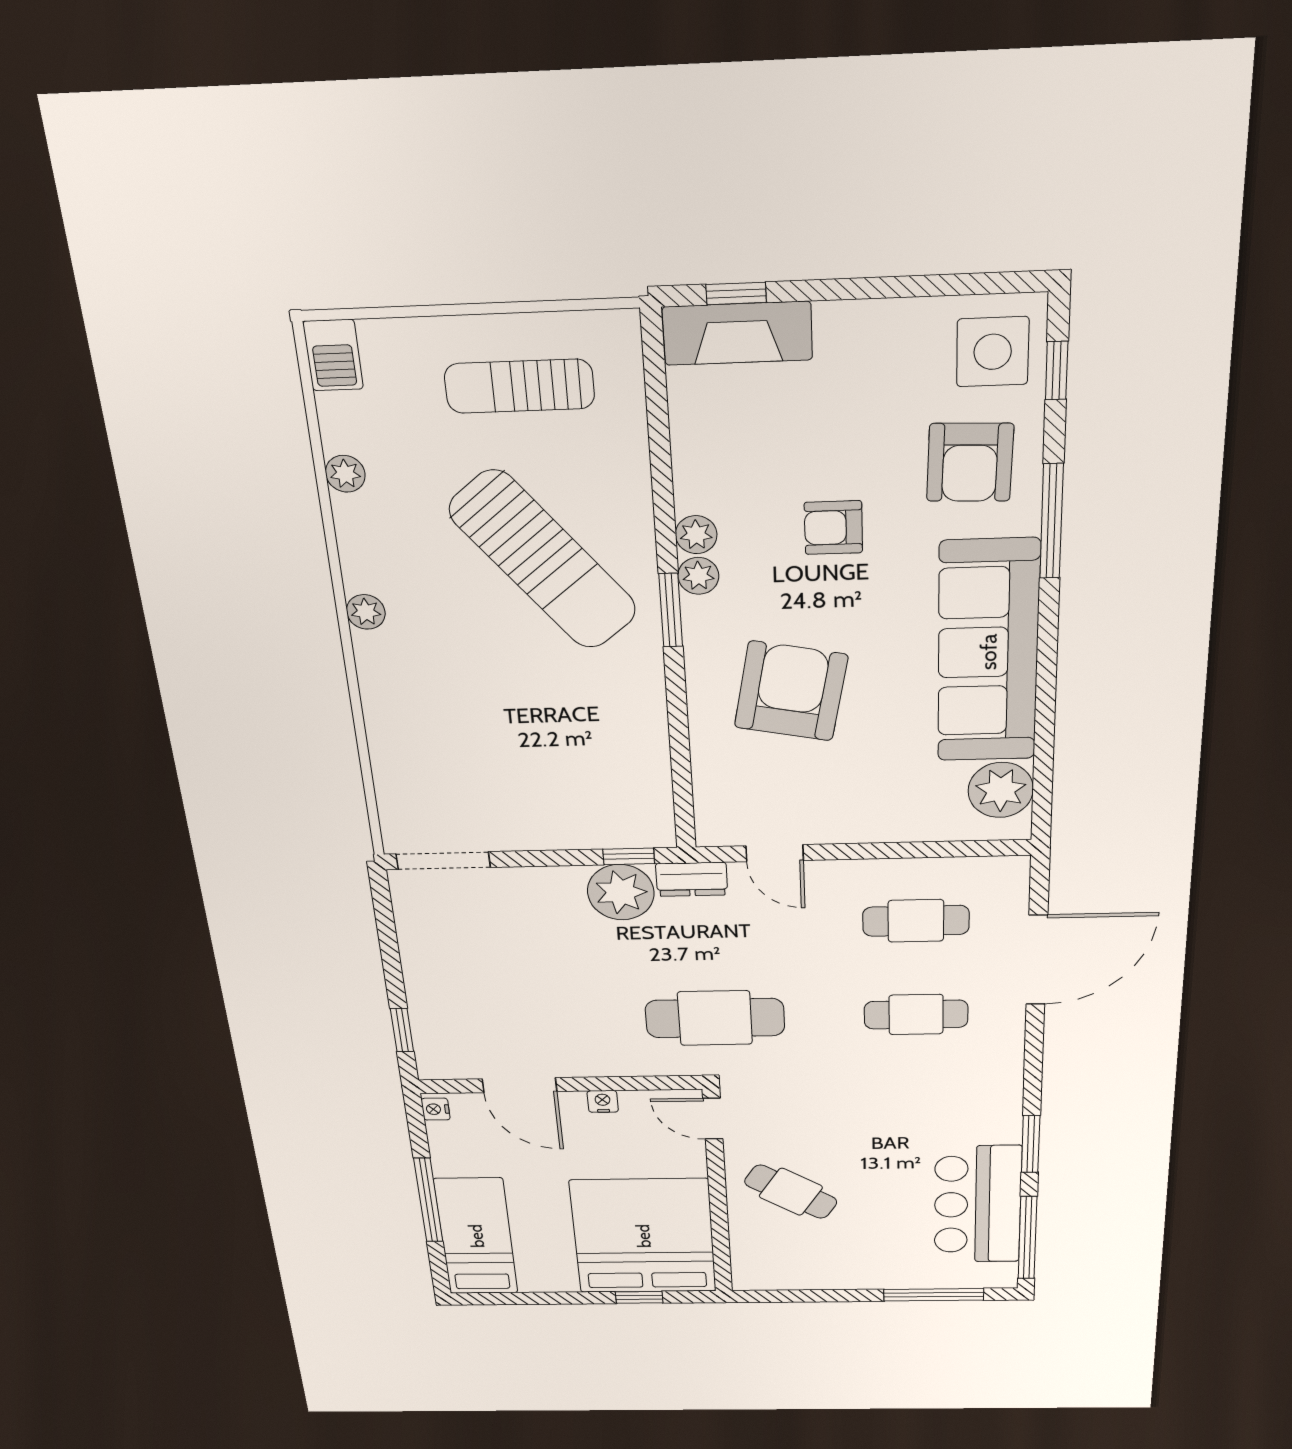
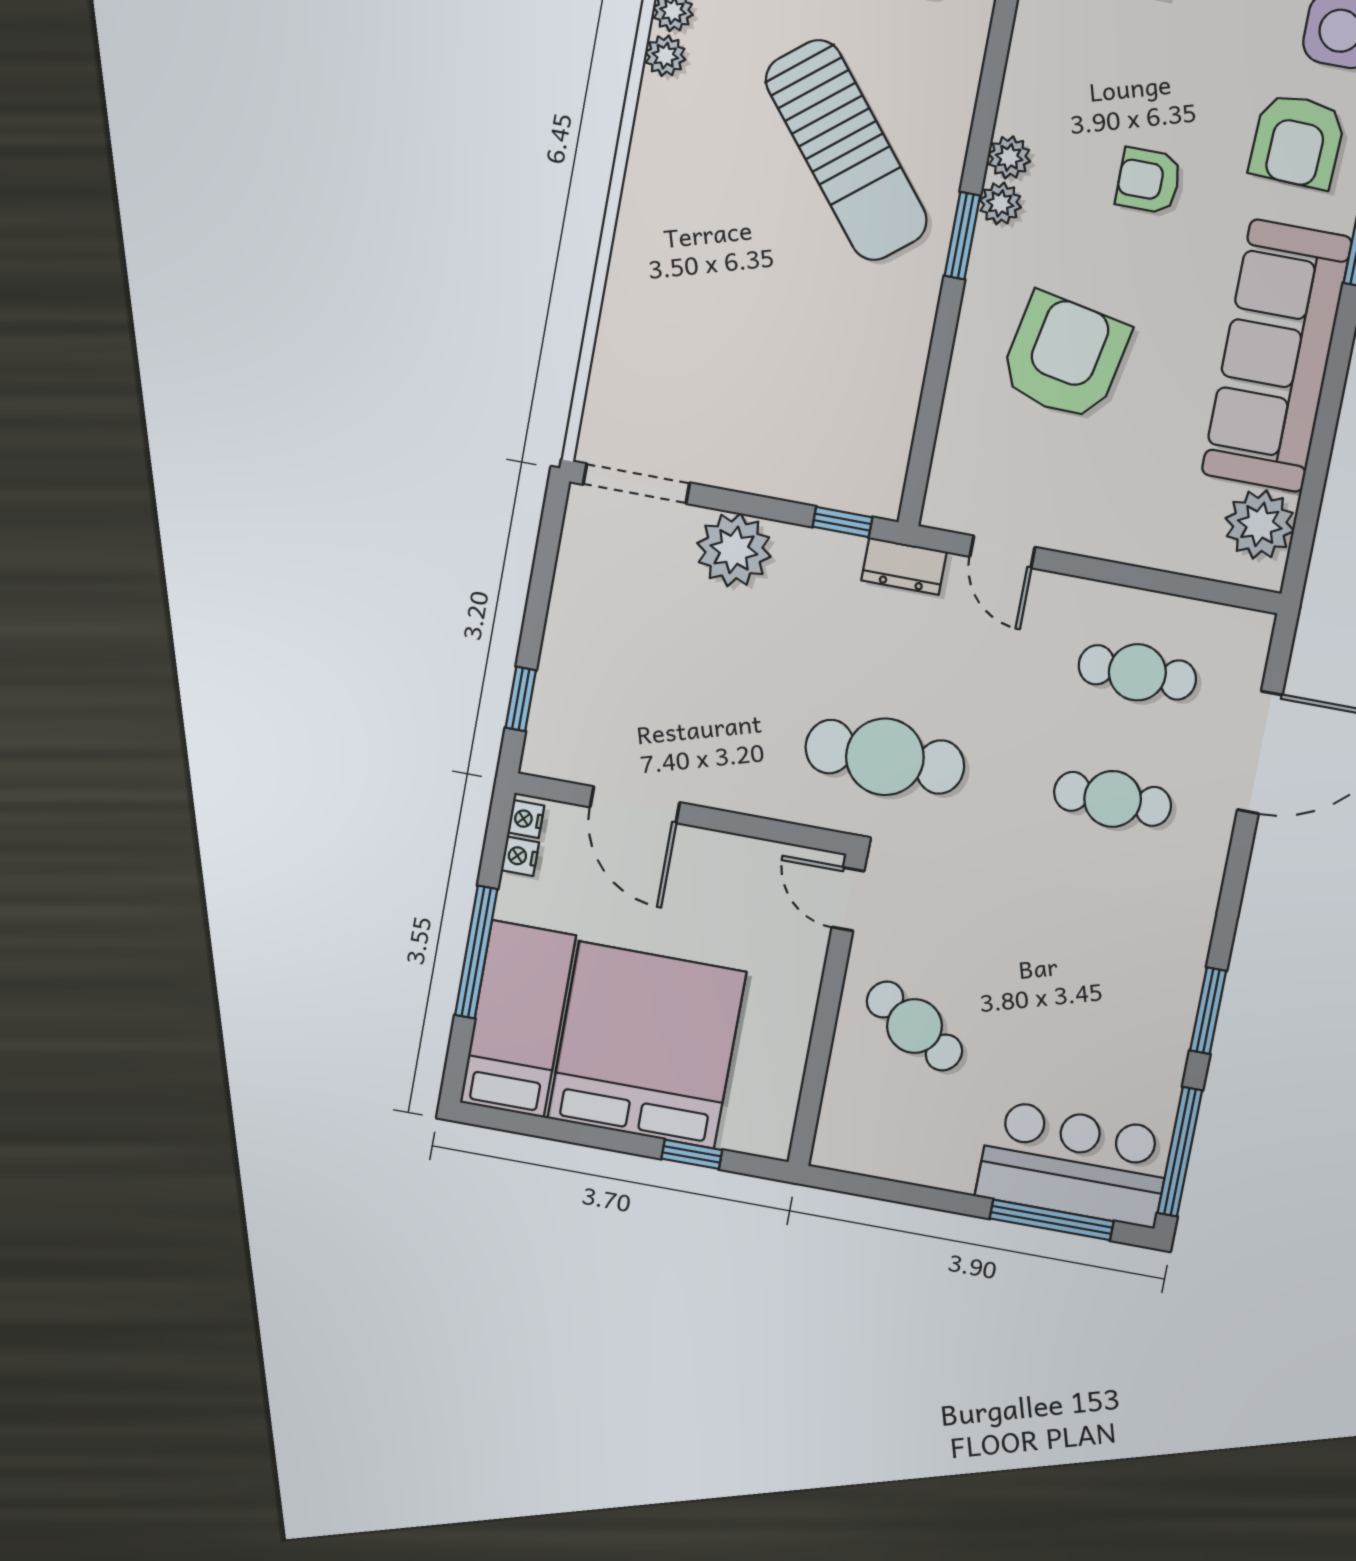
plant: (366, 612) -> (665, 56), moved
plant: (621, 892) -> (734, 550), moved
nightstand: (603, 1101) -> (520, 856), moved, turned -90
bar counter: (978, 1205) -> (1074, 1164), moved, turned 90
bed: (643, 1236) -> (647, 1045), moved

